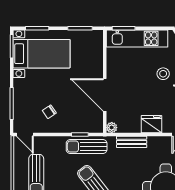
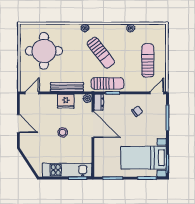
stool: (163, 74) -> (63, 132), moved
dresser: (97, 123) -> (99, 102), added
fridge: (152, 124) -> (66, 101), moved
door: (25, 135) -> (157, 93), hinge flipped
bench: (132, 142) -> (67, 87), width x1.36

